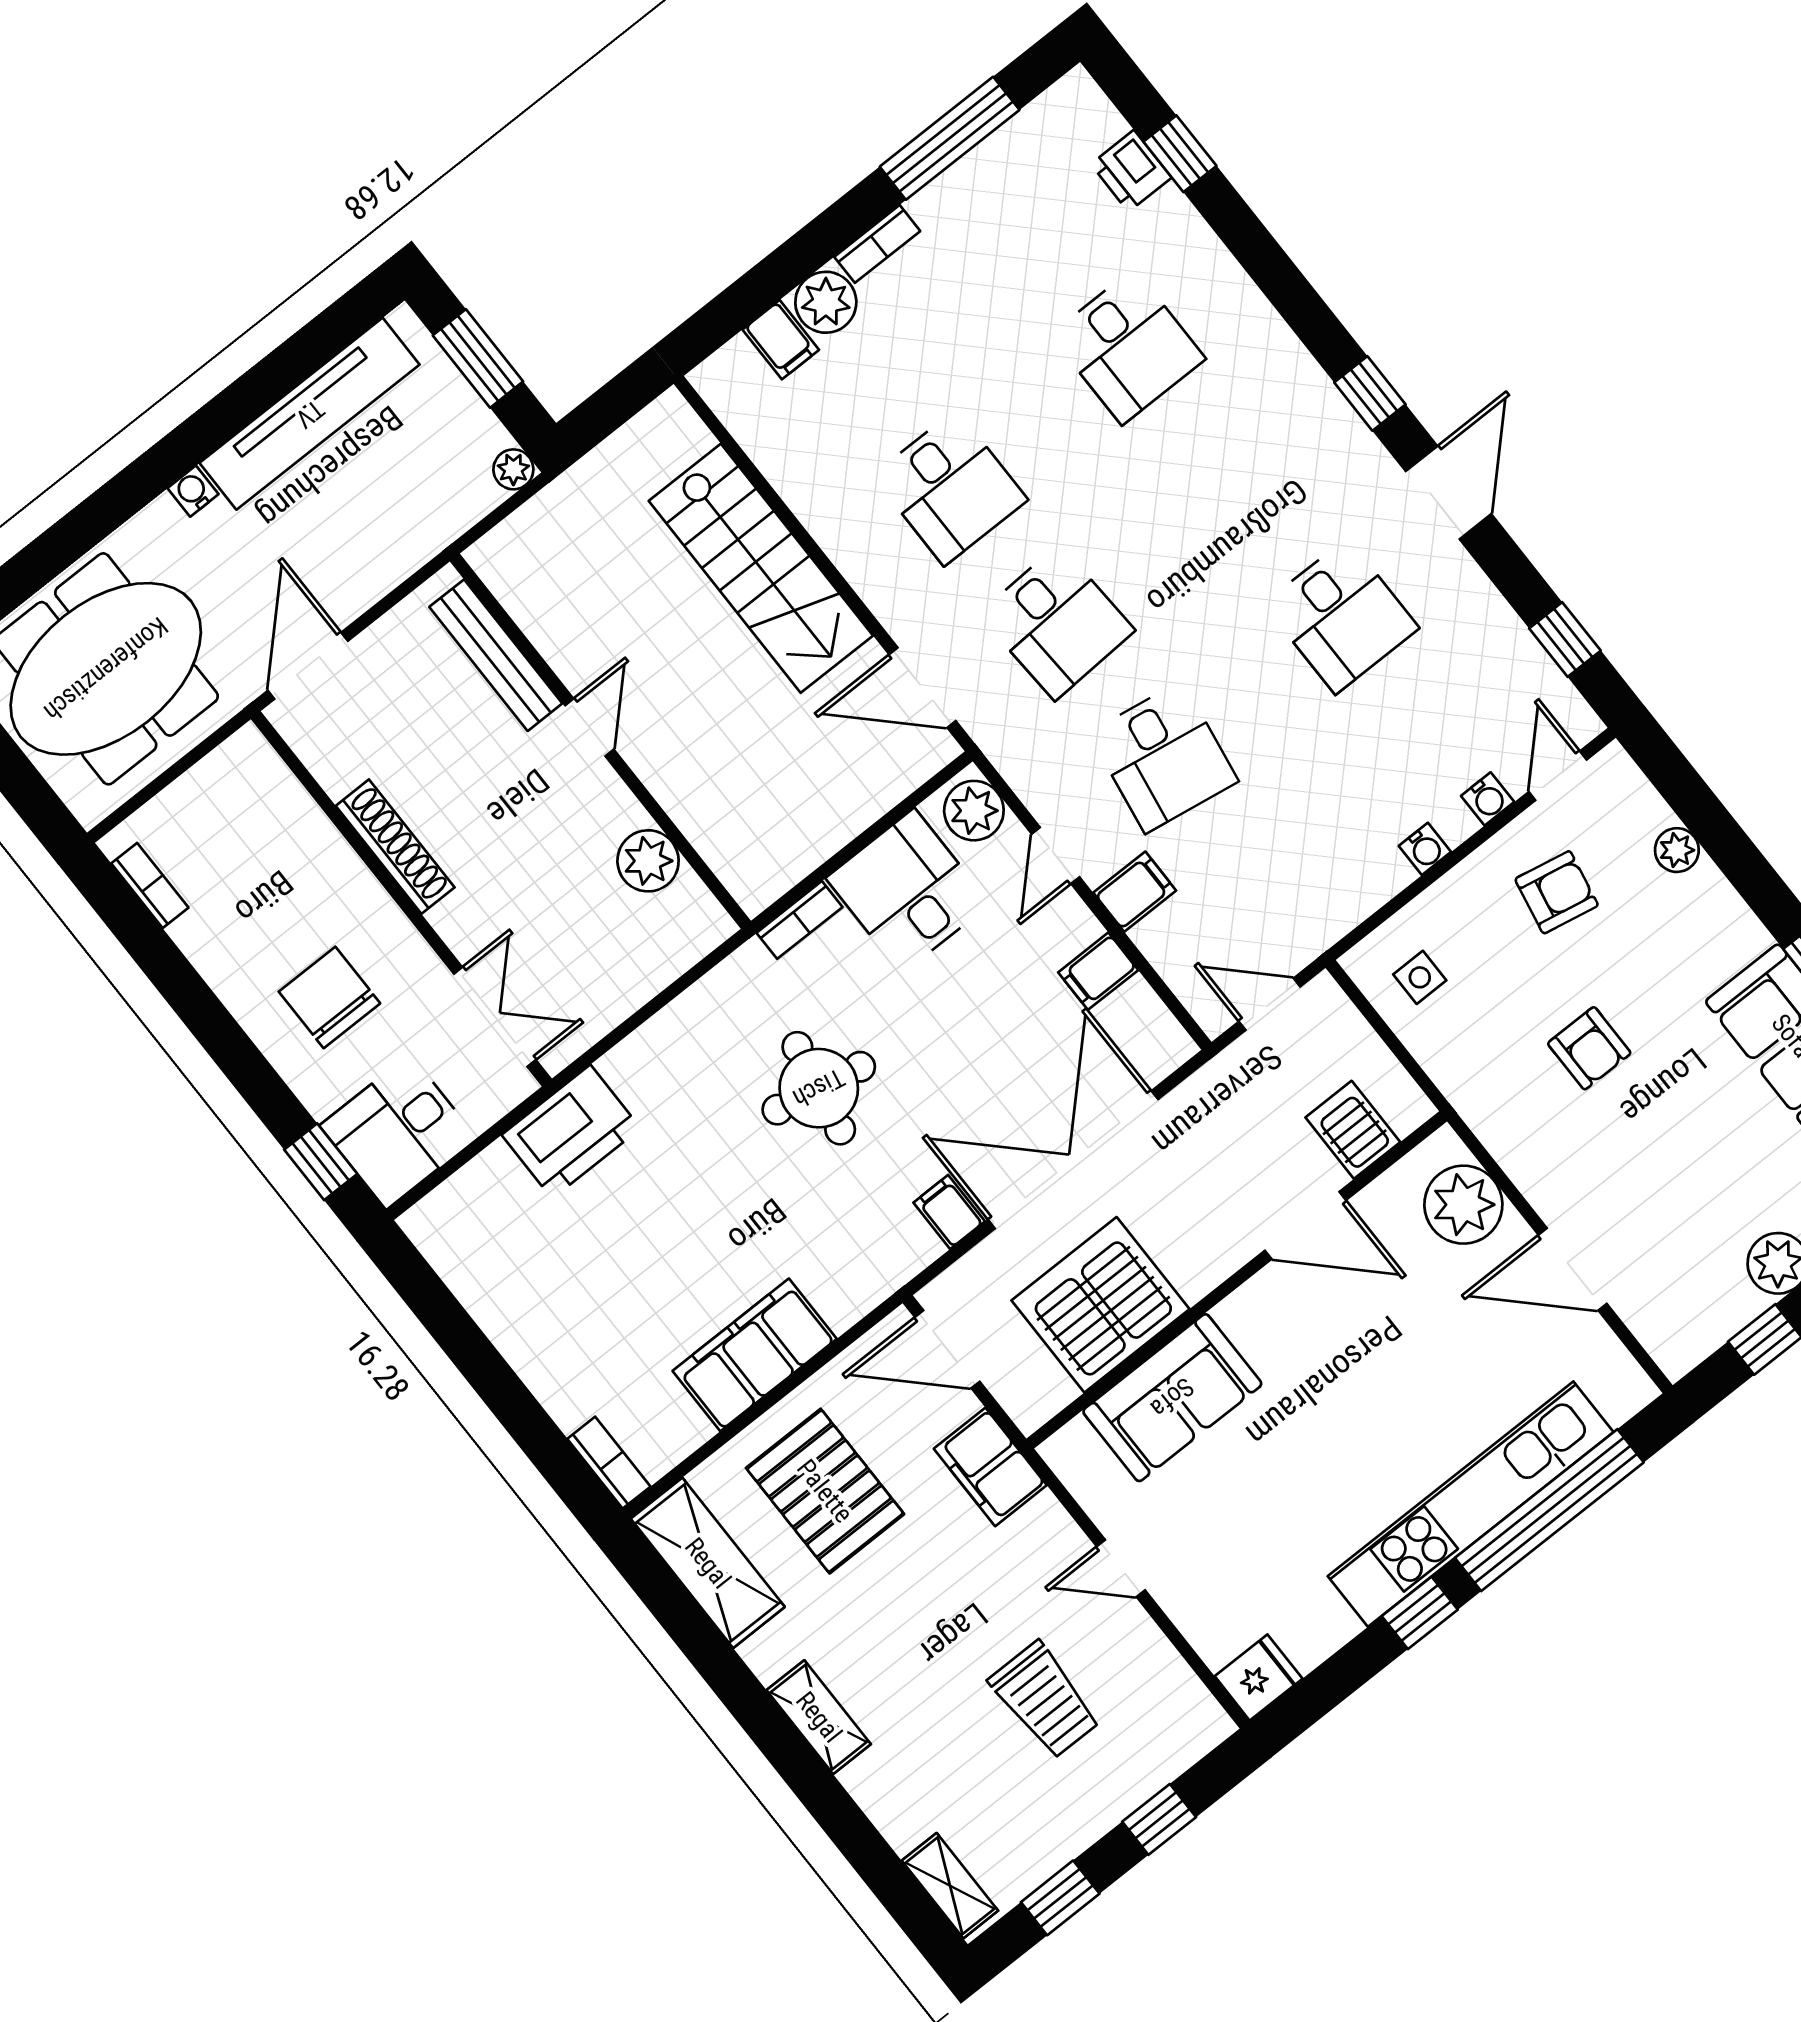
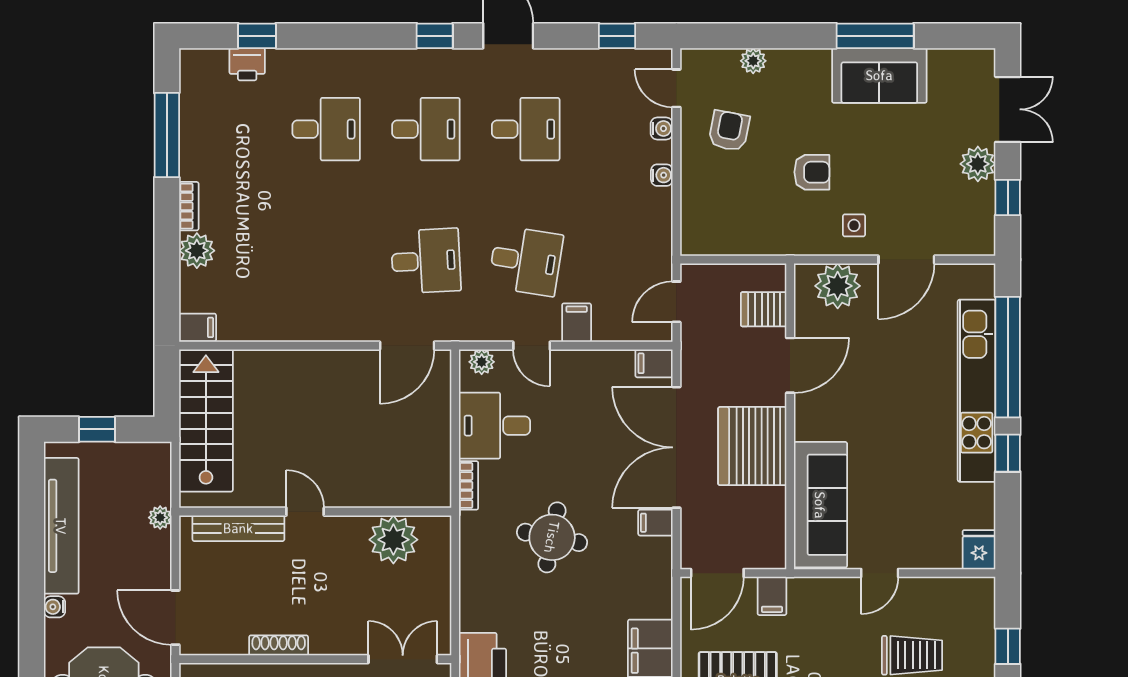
filing cabinet: (781, 340) -> (198, 327), moved
window: (478, 358) -> (97, 429), width x0.67
plant: (513, 469) -> (160, 518), moved
desk: (950, 488) -> (426, 129), moved
stairs: (761, 568) -> (206, 420), moved, turned -90
plant: (974, 811) -> (482, 362), width x0.73, depth x0.73
shoe rack: (395, 847) -> (279, 645), width x0.74, depth x0.81
plant: (648, 861) -> (393, 540), width x1.36, depth x1.36
filing cabinet: (1098, 971) -> (654, 363), moved, turned 90
side table: (1420, 977) -> (854, 225), moved
server rack: (1100, 1305) -> (752, 446), moved
sofa: (1172, 1398) -> (820, 505), width x1.36
filing cabinet: (990, 1467) -> (772, 596), width x0.50

